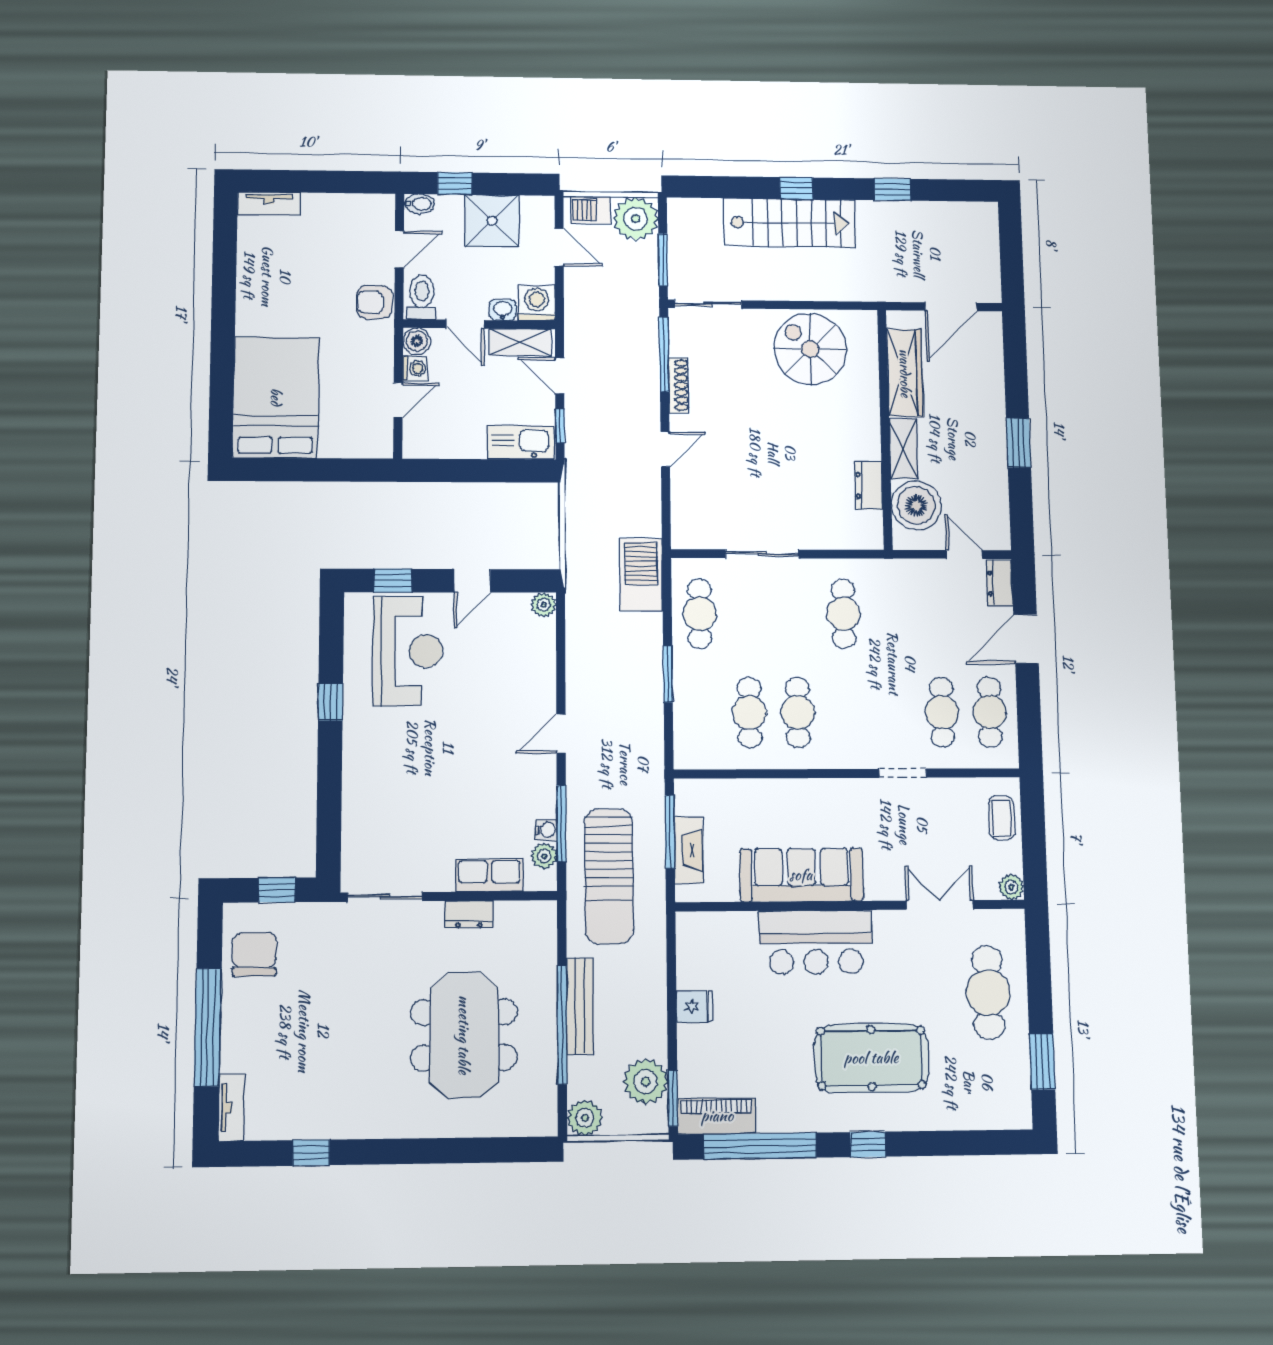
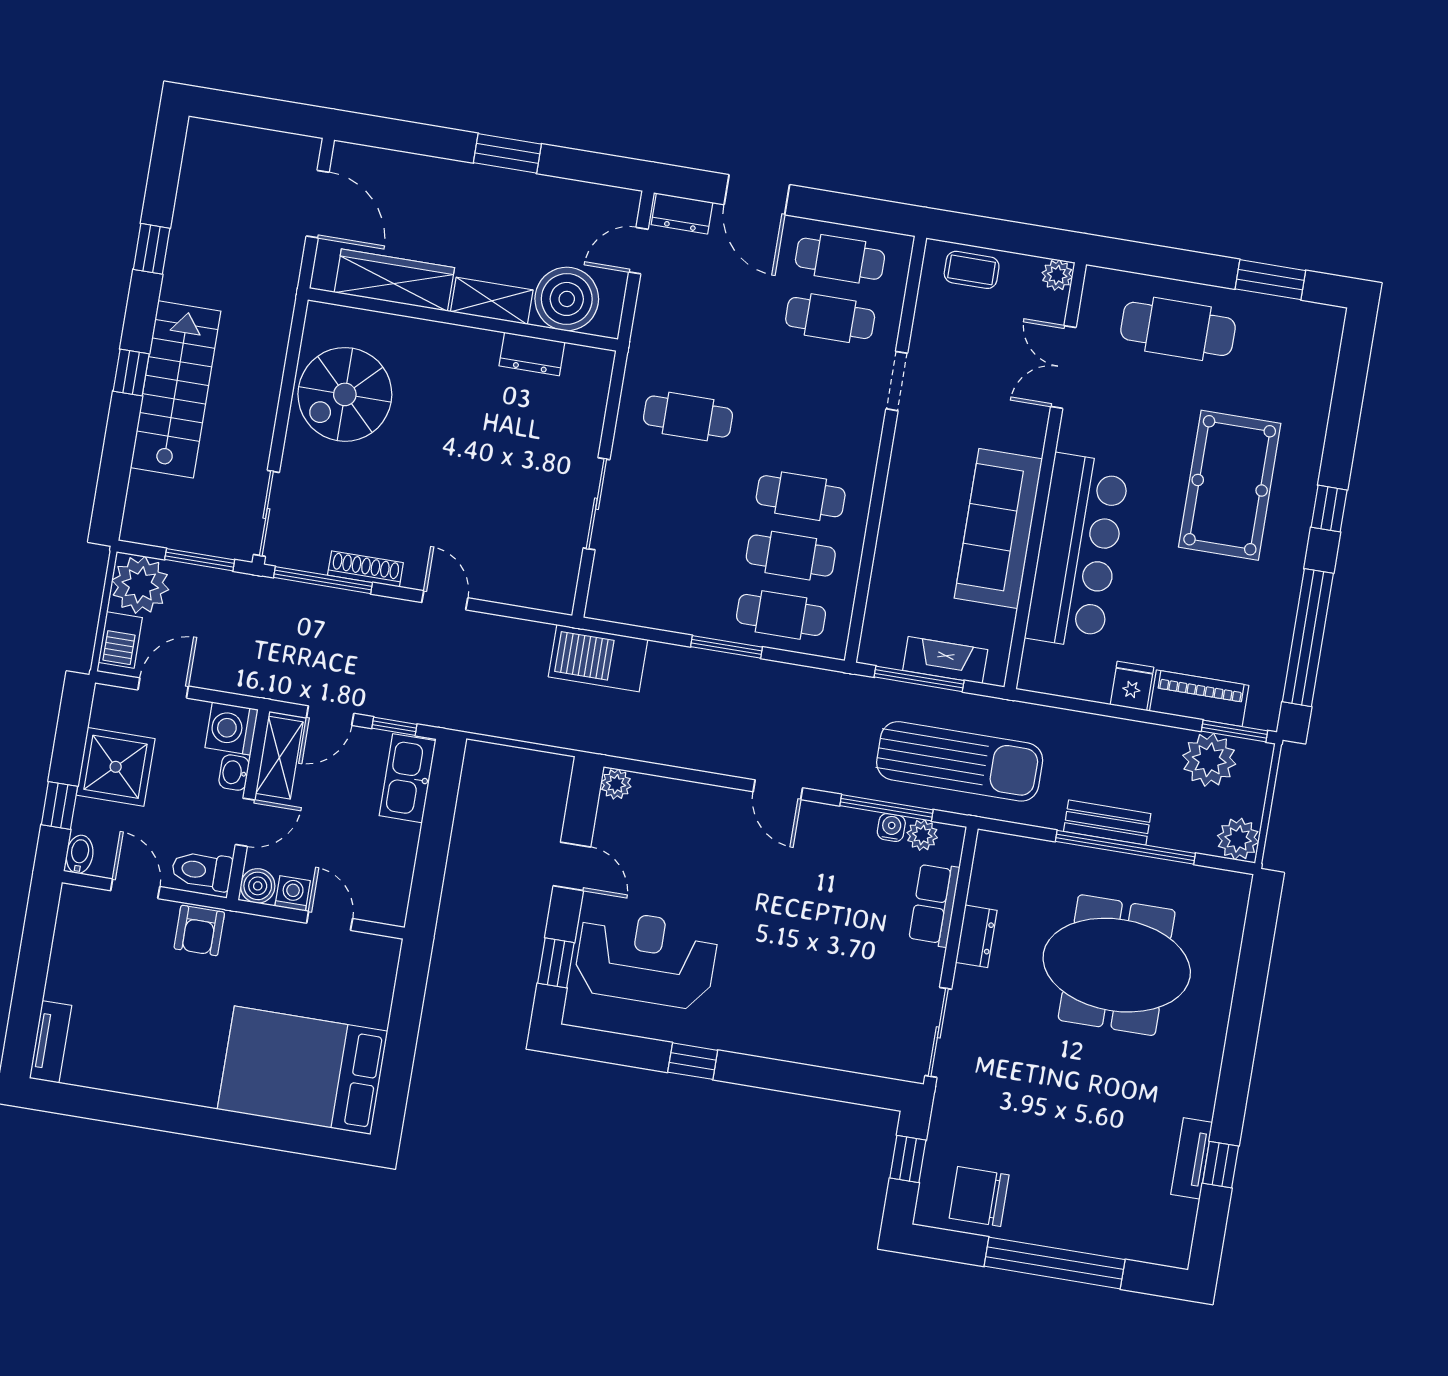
cafe table: (700, 614) -> (781, 615), moved
bar counter: (816, 942) -> (1077, 551), width x1.36
bench: (580, 1006) -> (1107, 823), width x0.73
tv unit: (231, 1108) -> (1192, 1158), moved, turned -90
piano: (717, 1116) -> (1199, 698), moved, turned 90

